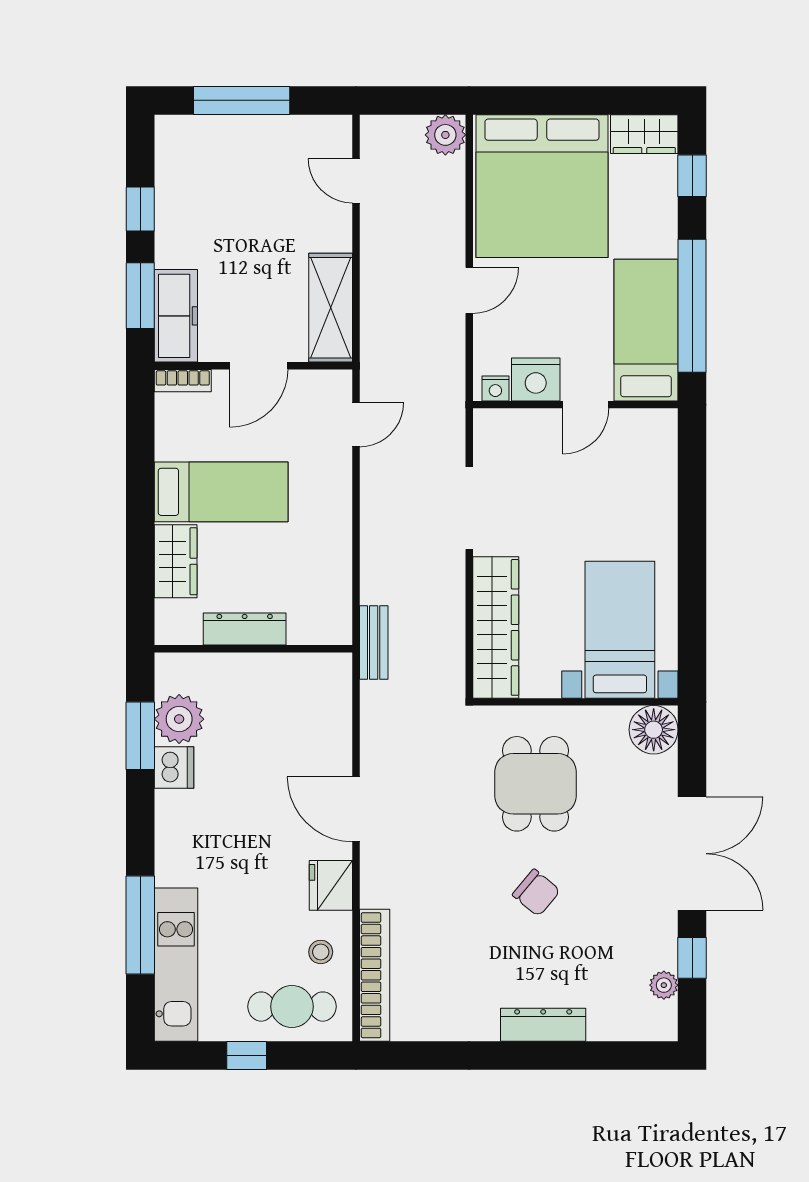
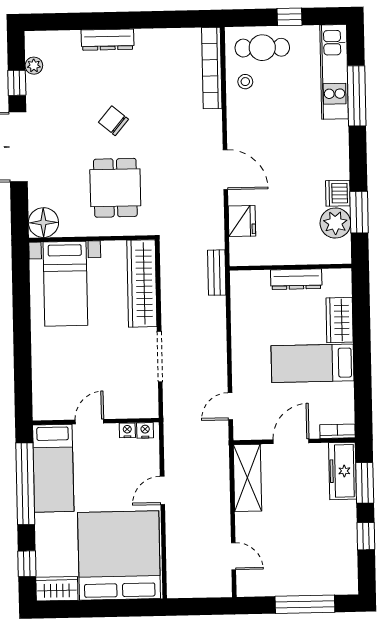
plant: (445, 135) -> (179, 586), removed
nightstand: (536, 380) -> (127, 430), width x0.53, depth x0.56
fridge: (331, 885) -> (242, 221), moved

